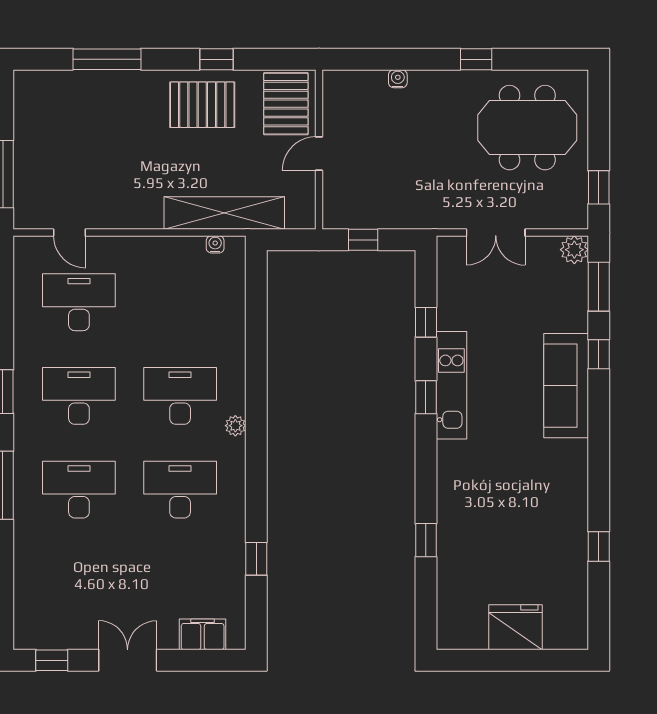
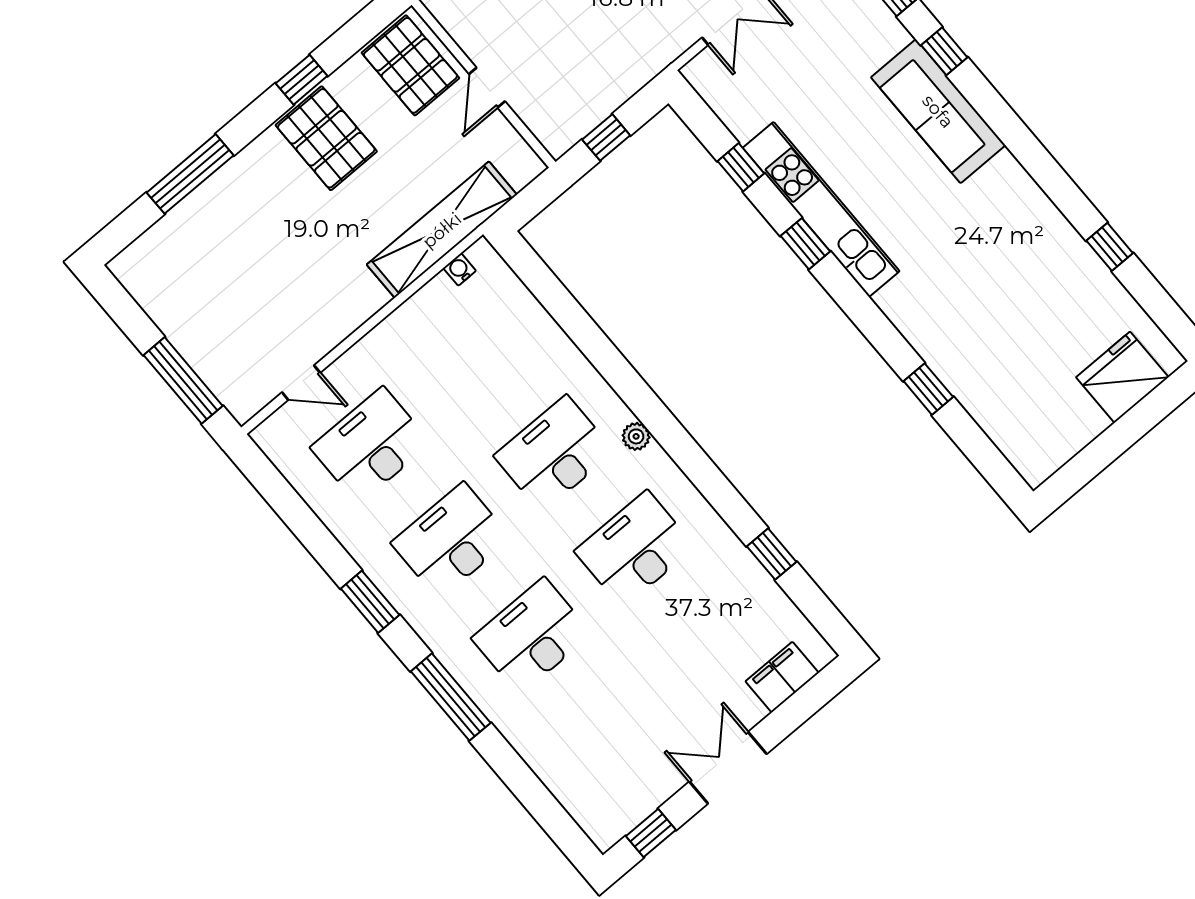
pallet: (202, 105) -> (326, 138), turned 90
kitchen unit: (451, 385) -> (821, 209), width x1.36
fridge: (516, 627) -> (1122, 377), moved

